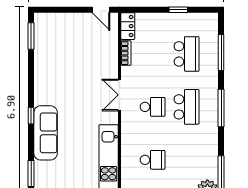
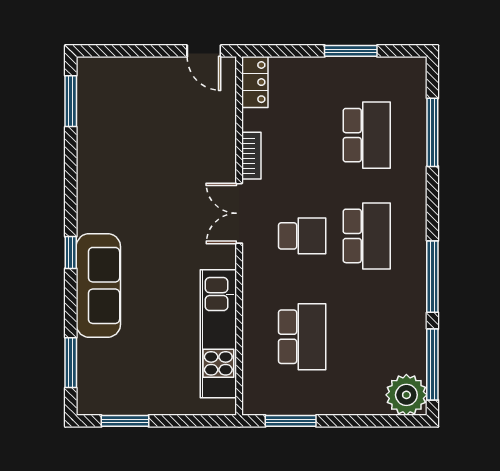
window: (178, 10) -> (351, 51), width x1.50
bookcase: (126, 53) -> (251, 156), moved
window: (221, 108) -> (432, 277), moved
school desk: (153, 160) -> (302, 337), width x1.85

